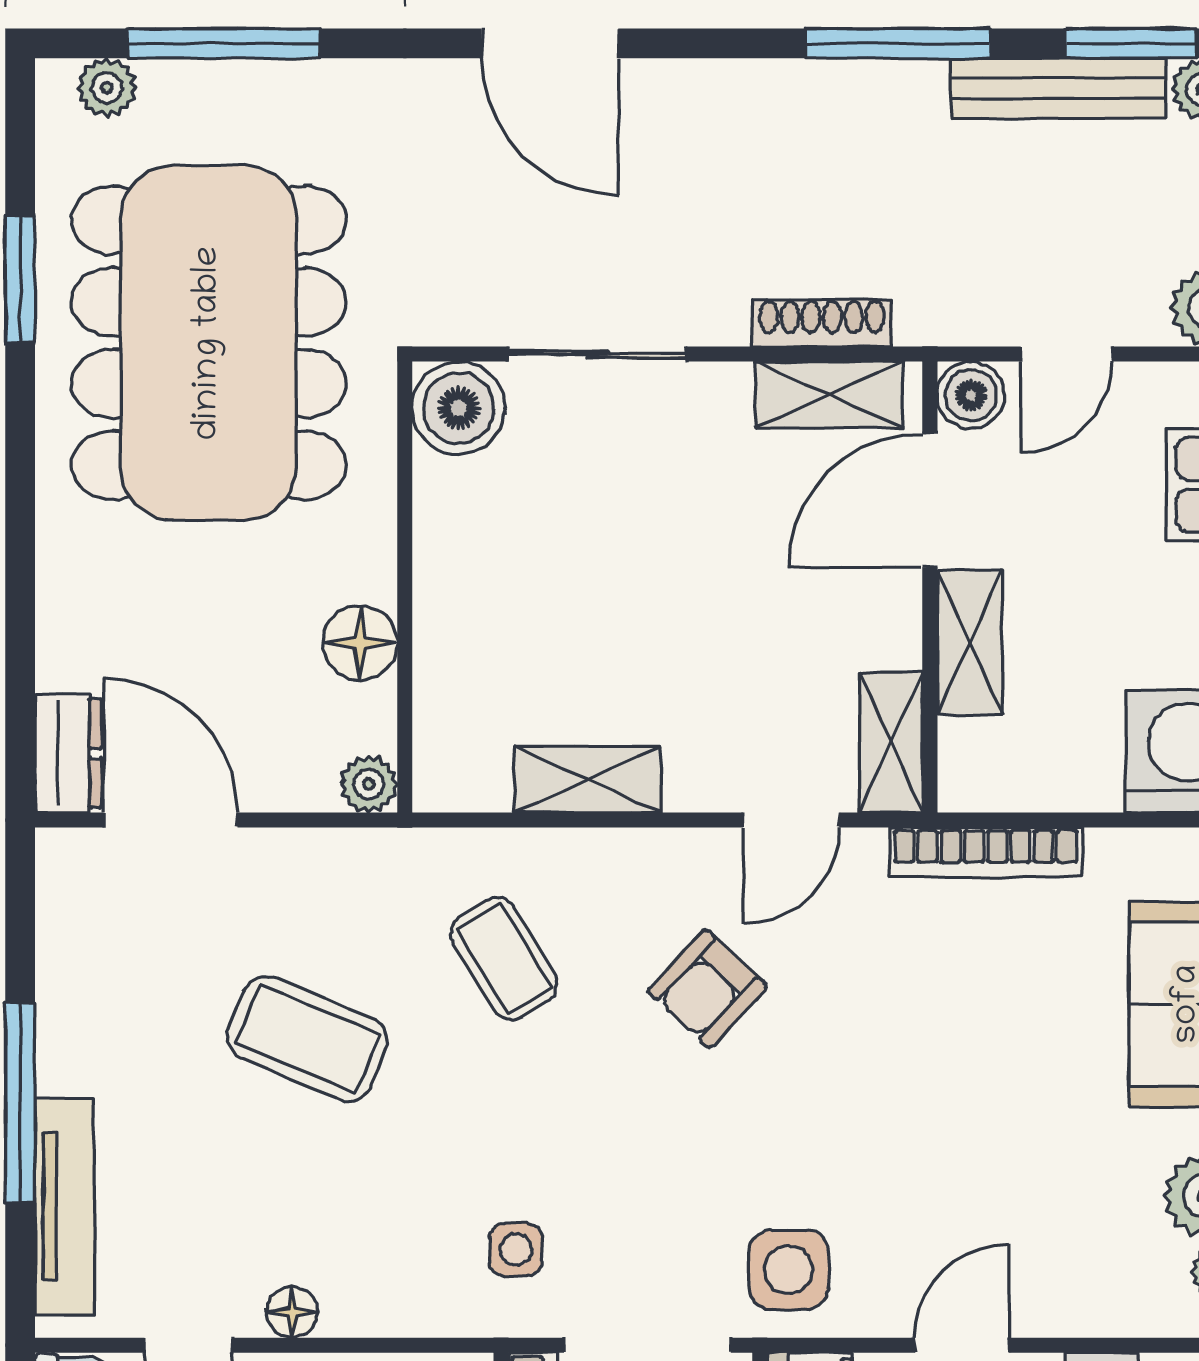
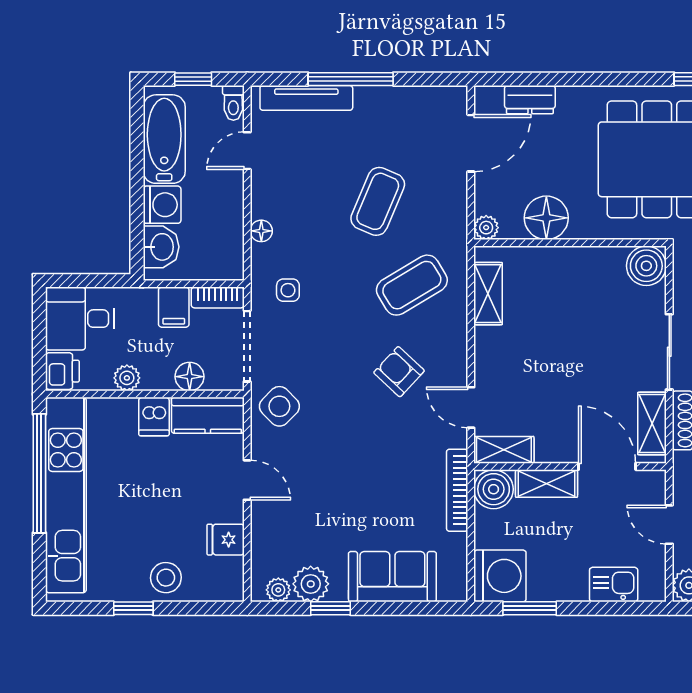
sliding door: (598, 354) -> (669, 352), moved
boiler: (971, 395) -> (494, 489), moved, width x1.36, depth x1.36
floor lamp: (360, 643) -> (546, 218), width x1.38, depth x1.38
dresser: (68, 753) -> (530, 100), moved
shelving: (588, 780) -> (488, 294), moved
coffee table: (504, 959) -> (412, 285), width x1.36, depth x1.30
side table: (789, 1270) -> (279, 406), turned 45
floor lamp: (292, 1312) -> (261, 231), moved

